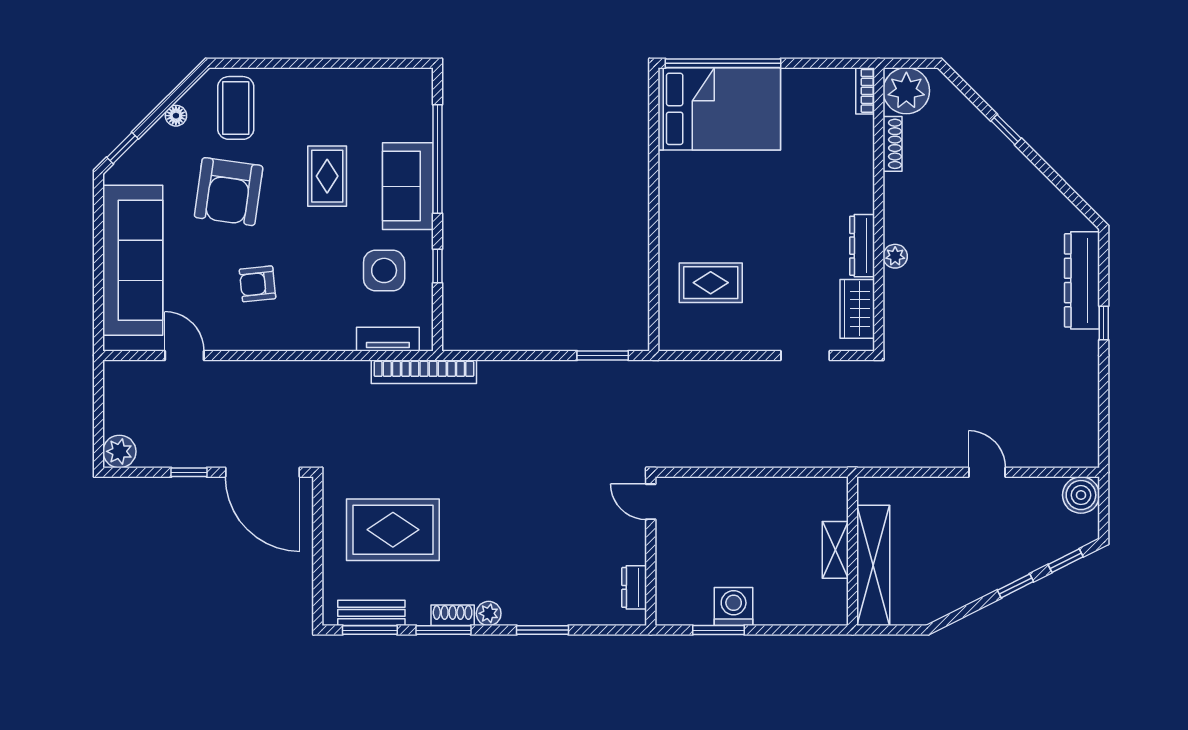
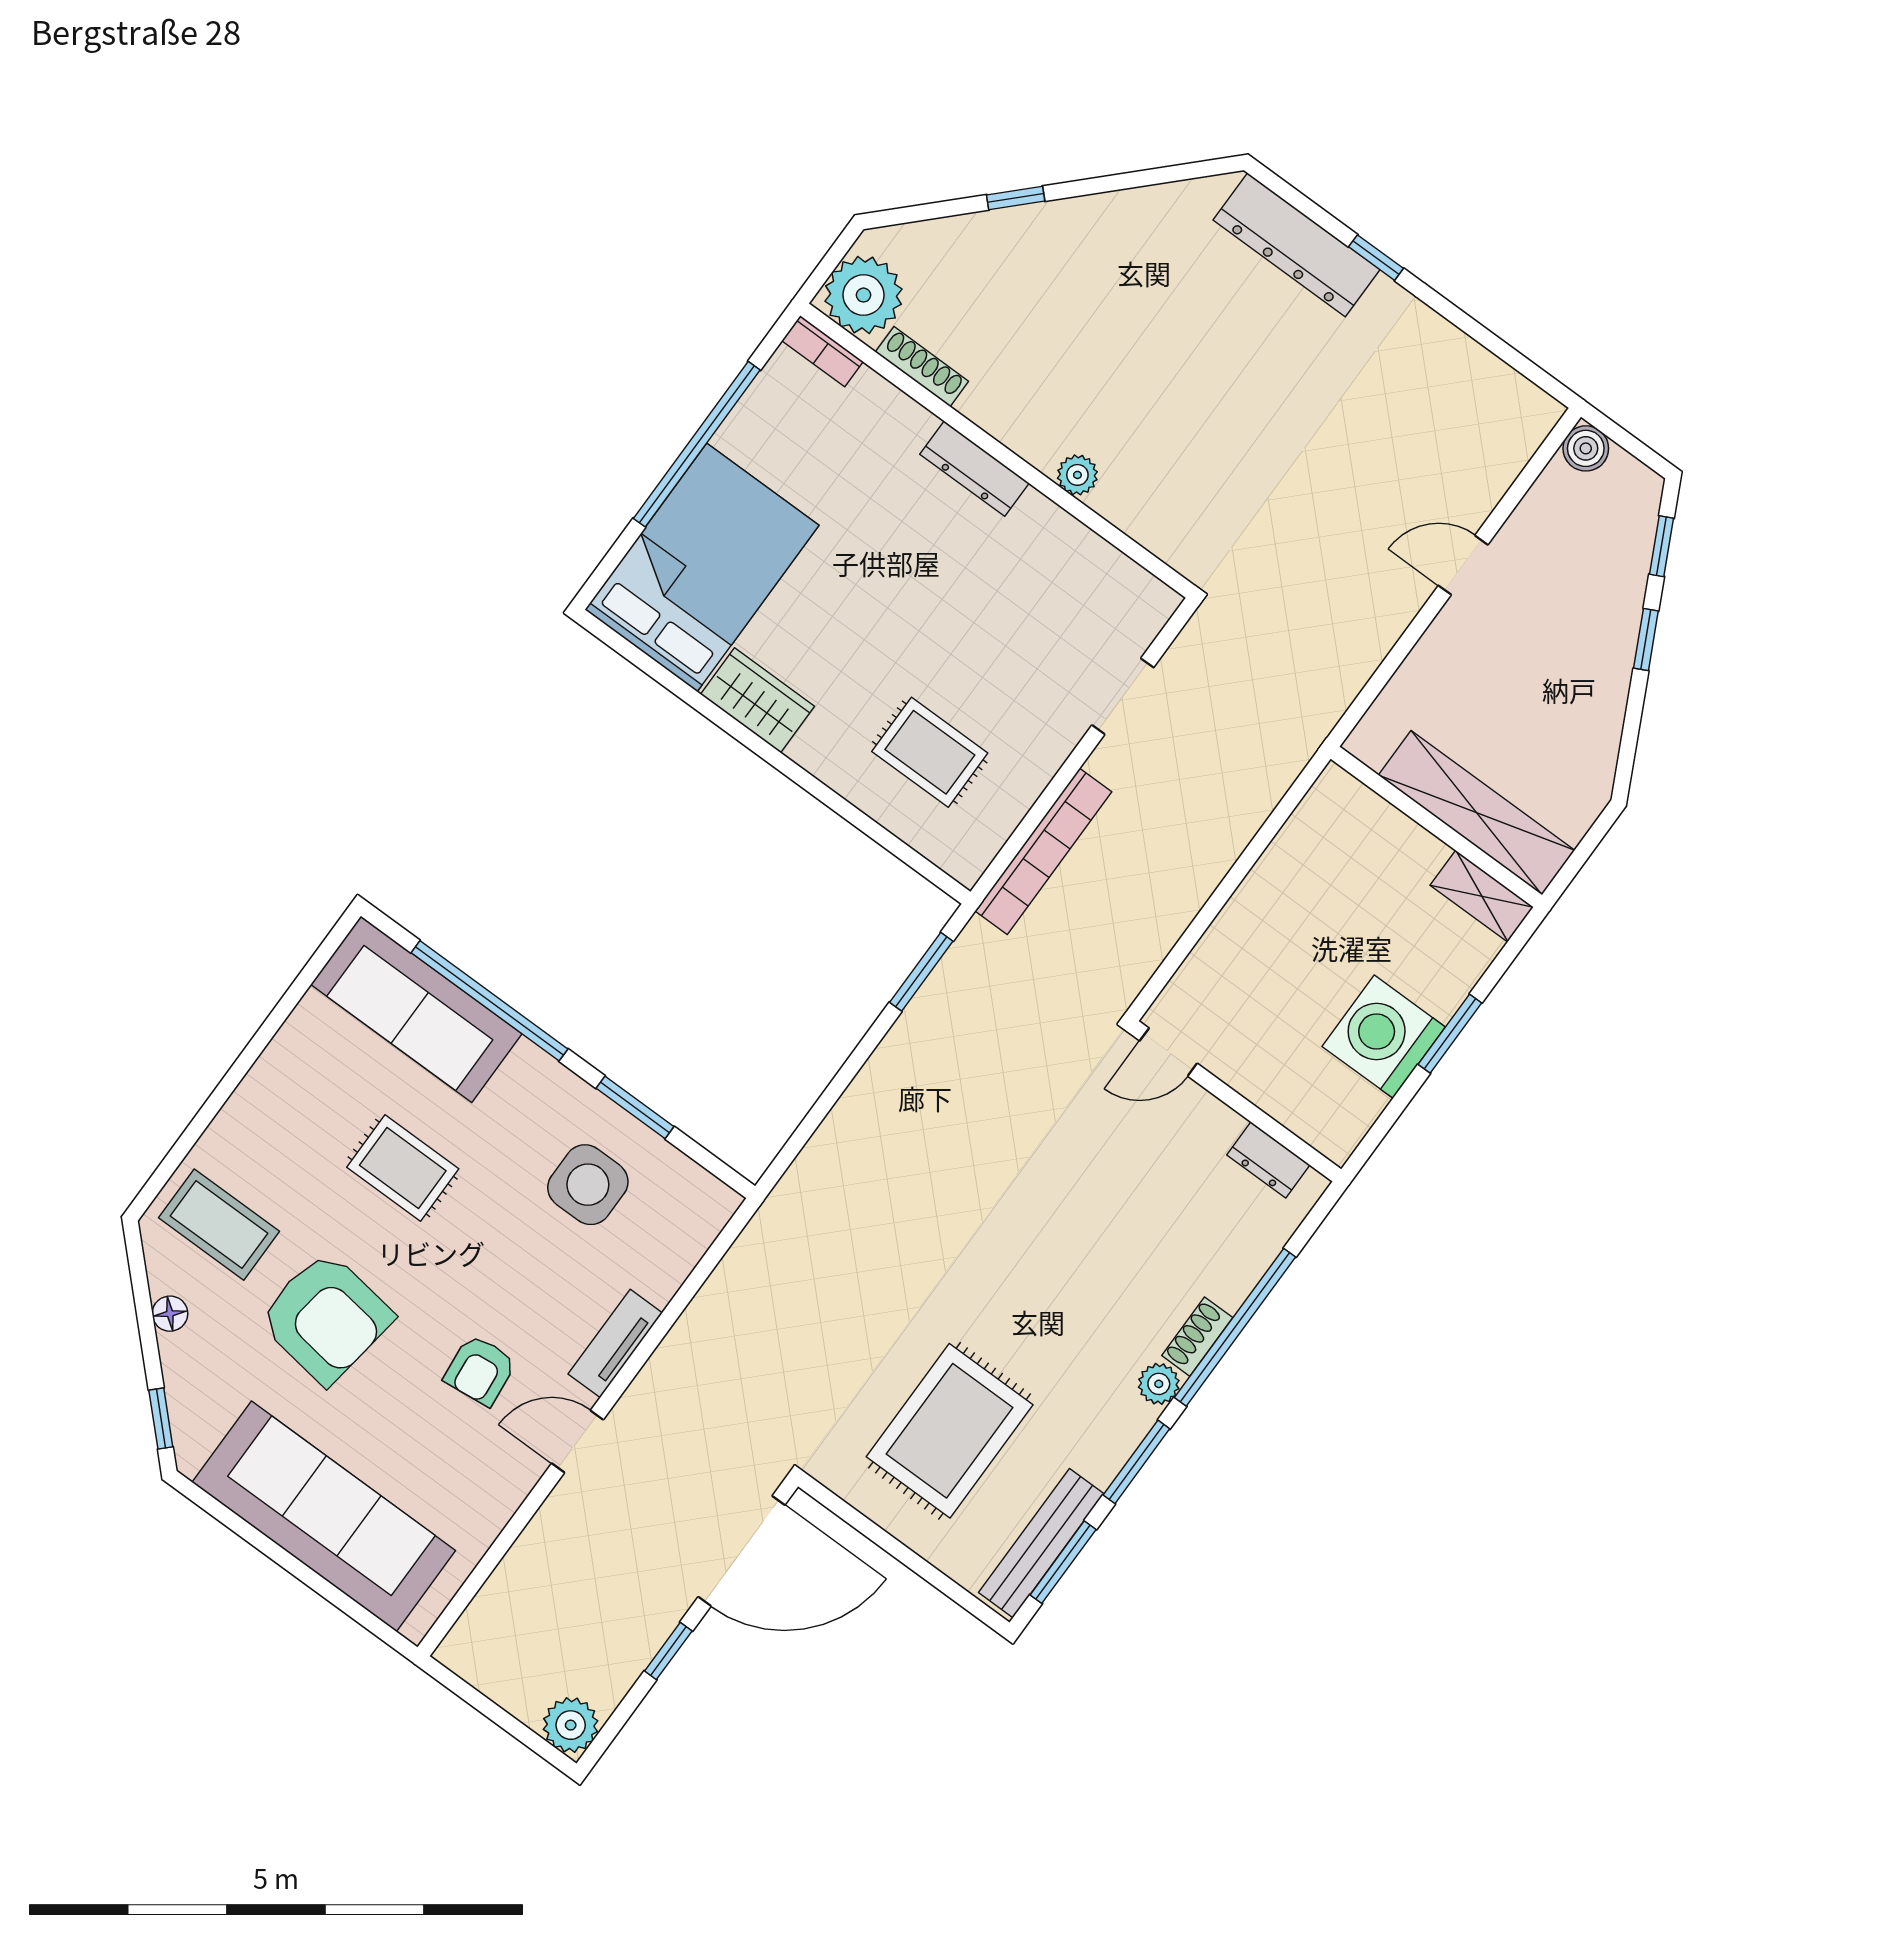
window: (723, 63) -> (697, 444), moved
sofa: (408, 186) -> (416, 1009), moved, width x1.36
dresser: (862, 246) -> (974, 469), moved
window: (438, 266) -> (635, 1107), width x1.50
rug: (711, 283) -> (930, 752), turned 90
wardrobe: (857, 309) -> (757, 700), moved, turned 180
tv unit: (388, 339) -> (615, 1343), moved
door: (184, 355) -> (577, 1441), moved
bookcase: (424, 372) -> (1043, 851), moved
boiler: (1081, 495) -> (1586, 448), width x0.73, depth x0.73
shelving: (835, 550) -> (1482, 896), moved
washing machine: (734, 607) -> (1384, 1037), width x1.37, depth x1.37
bench: (371, 613) -> (1041, 1543), width x1.36
shoe rack: (453, 615) -> (1197, 1337), moved
window: (542, 630) -> (1235, 1327), width x2.11
window: (719, 630) -> (1450, 1034), moved

